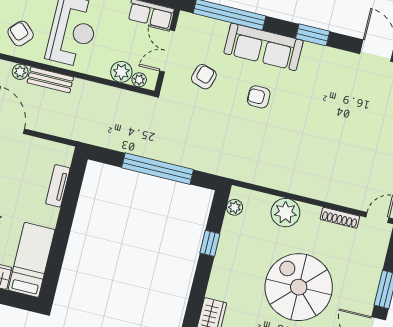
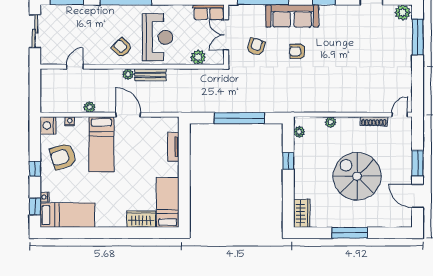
plant: (139, 80) -> (212, 60), removed
plant: (285, 213) -> (331, 122), width x0.53, depth x0.53

